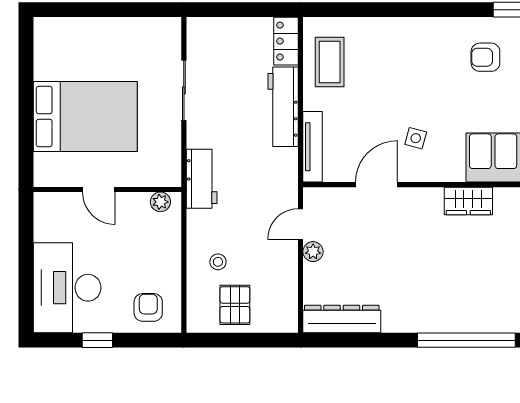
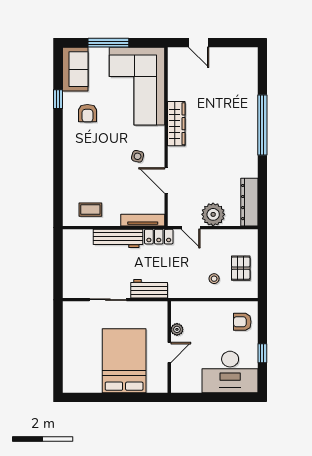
locker: (286, 41) -> (159, 237), moved
coffee table: (330, 62) -> (90, 210), width x0.73, depth x0.77
workbench: (202, 179) -> (149, 289), moved
wardrobe: (468, 201) -> (176, 124), width x1.50
plant: (160, 202) -> (177, 329), moved
plant: (313, 252) -> (213, 214), width x1.88, depth x1.88
pallet: (235, 305) -> (241, 268), turned 90

